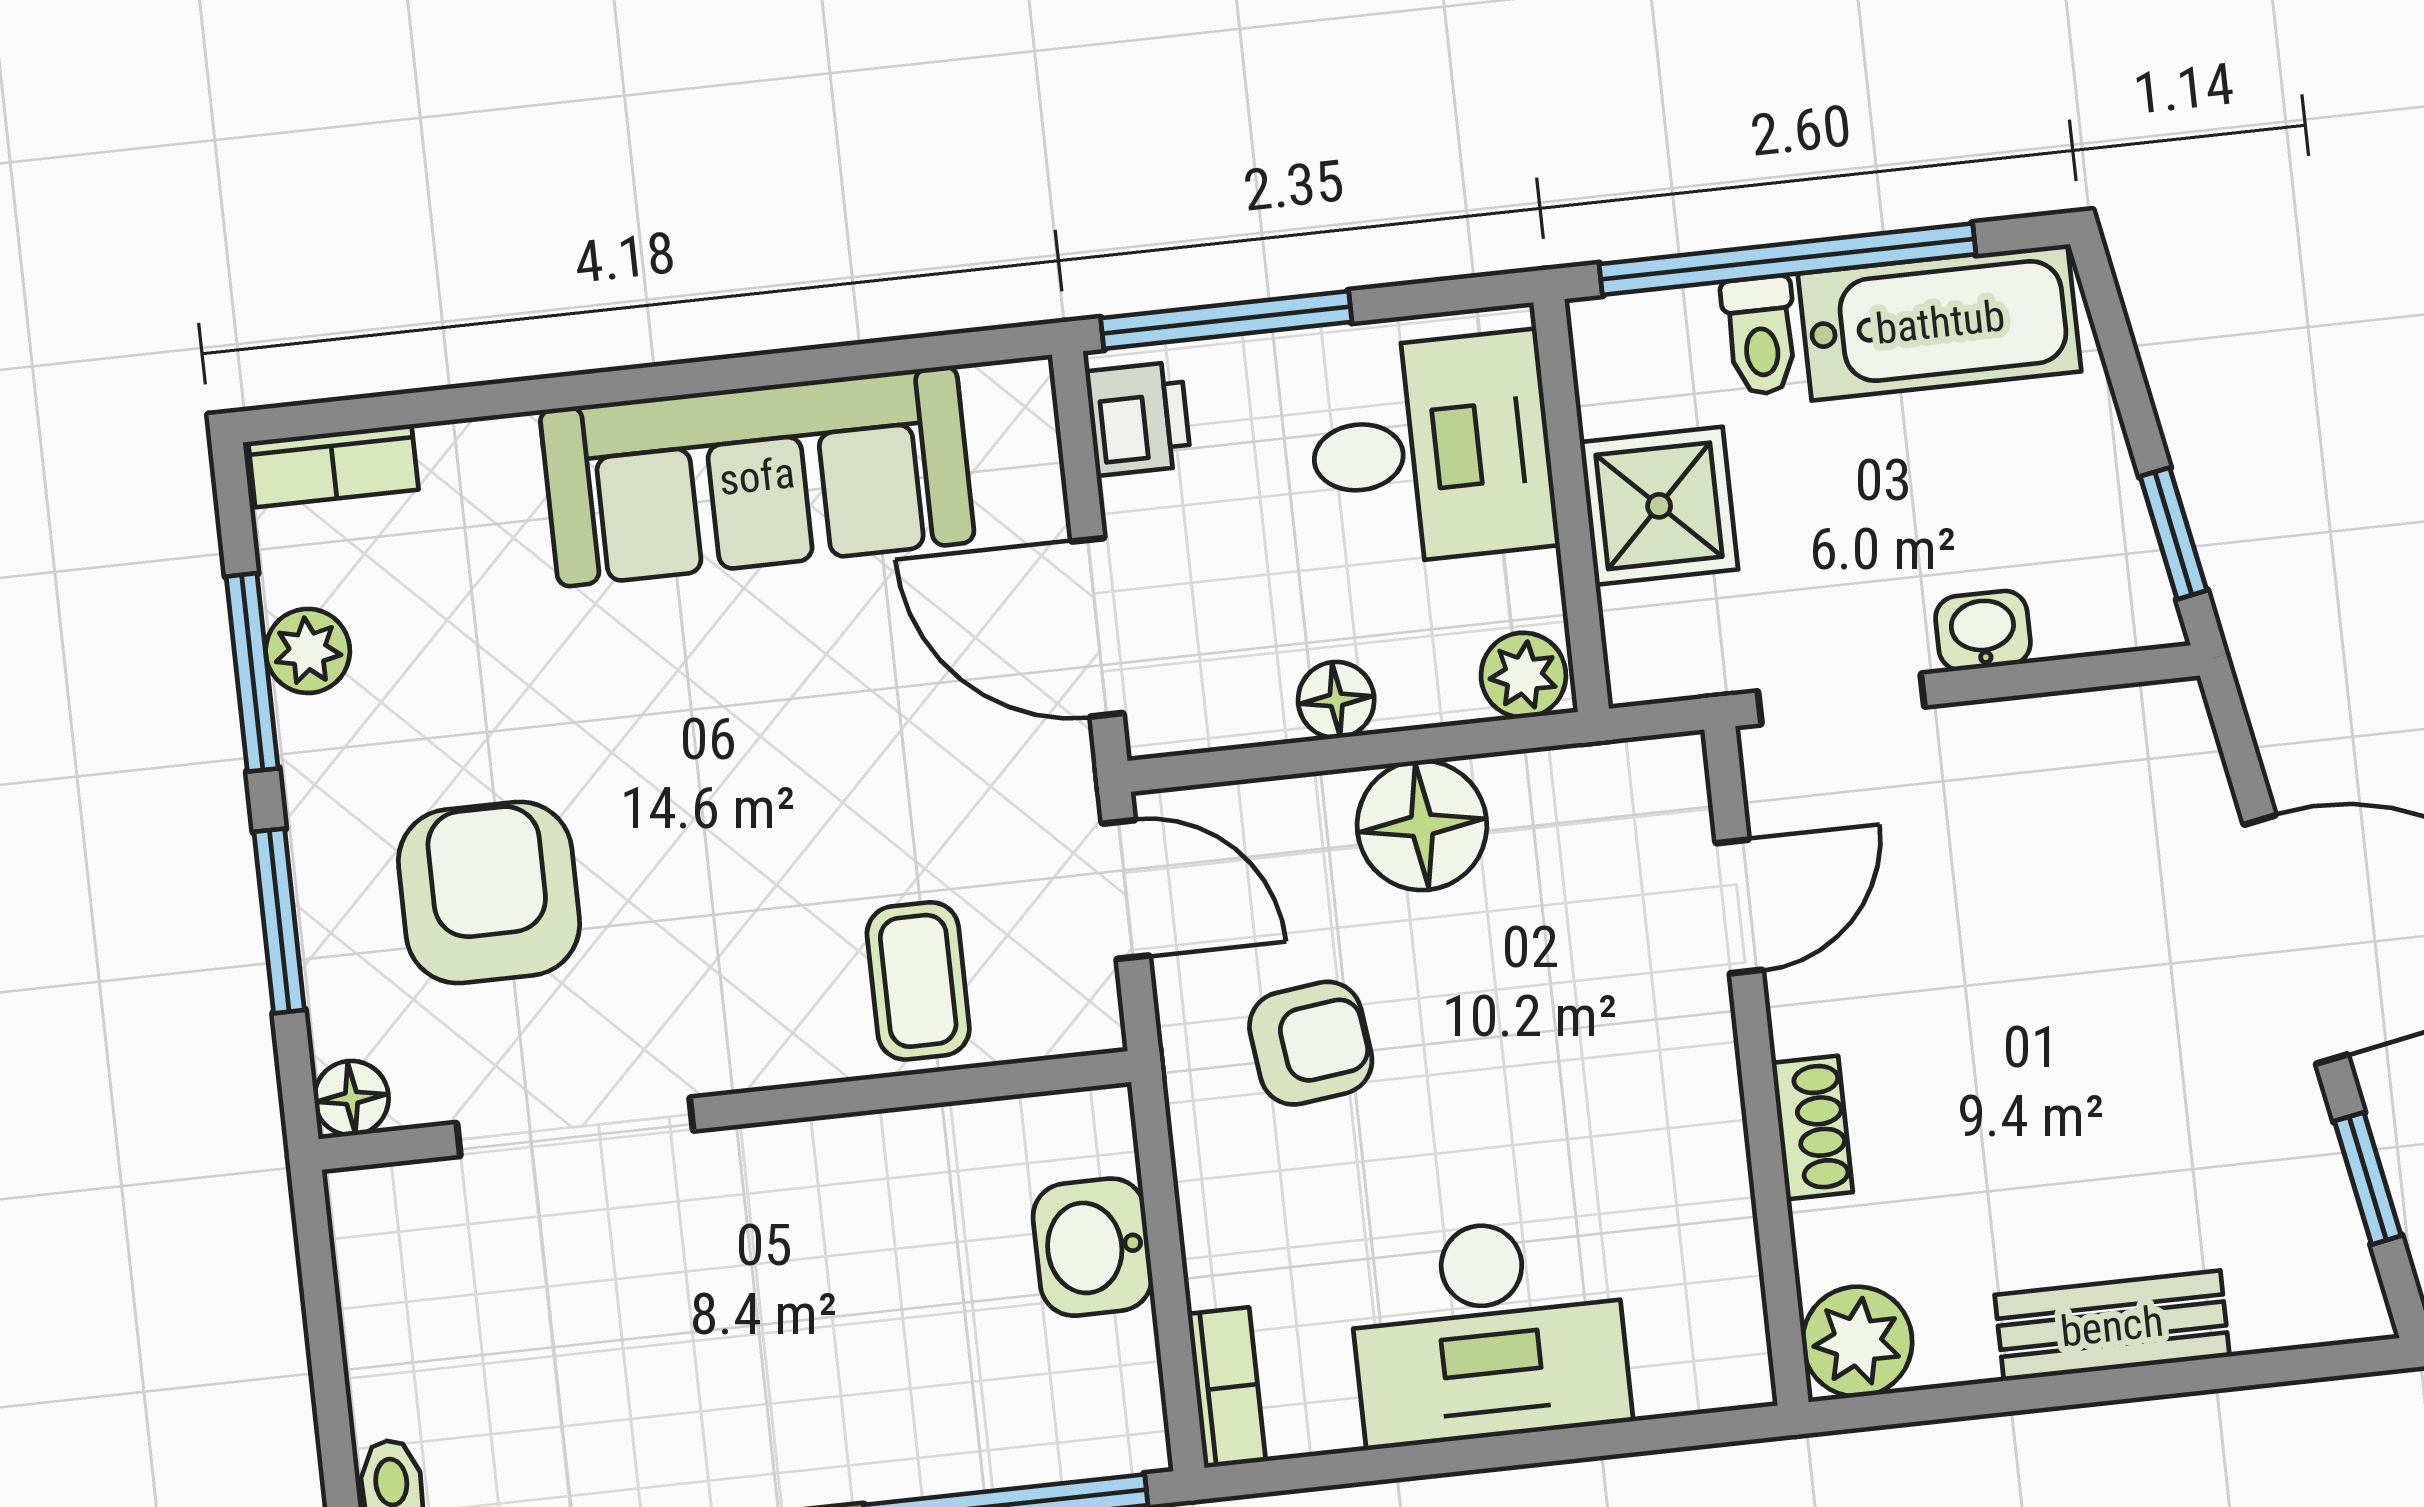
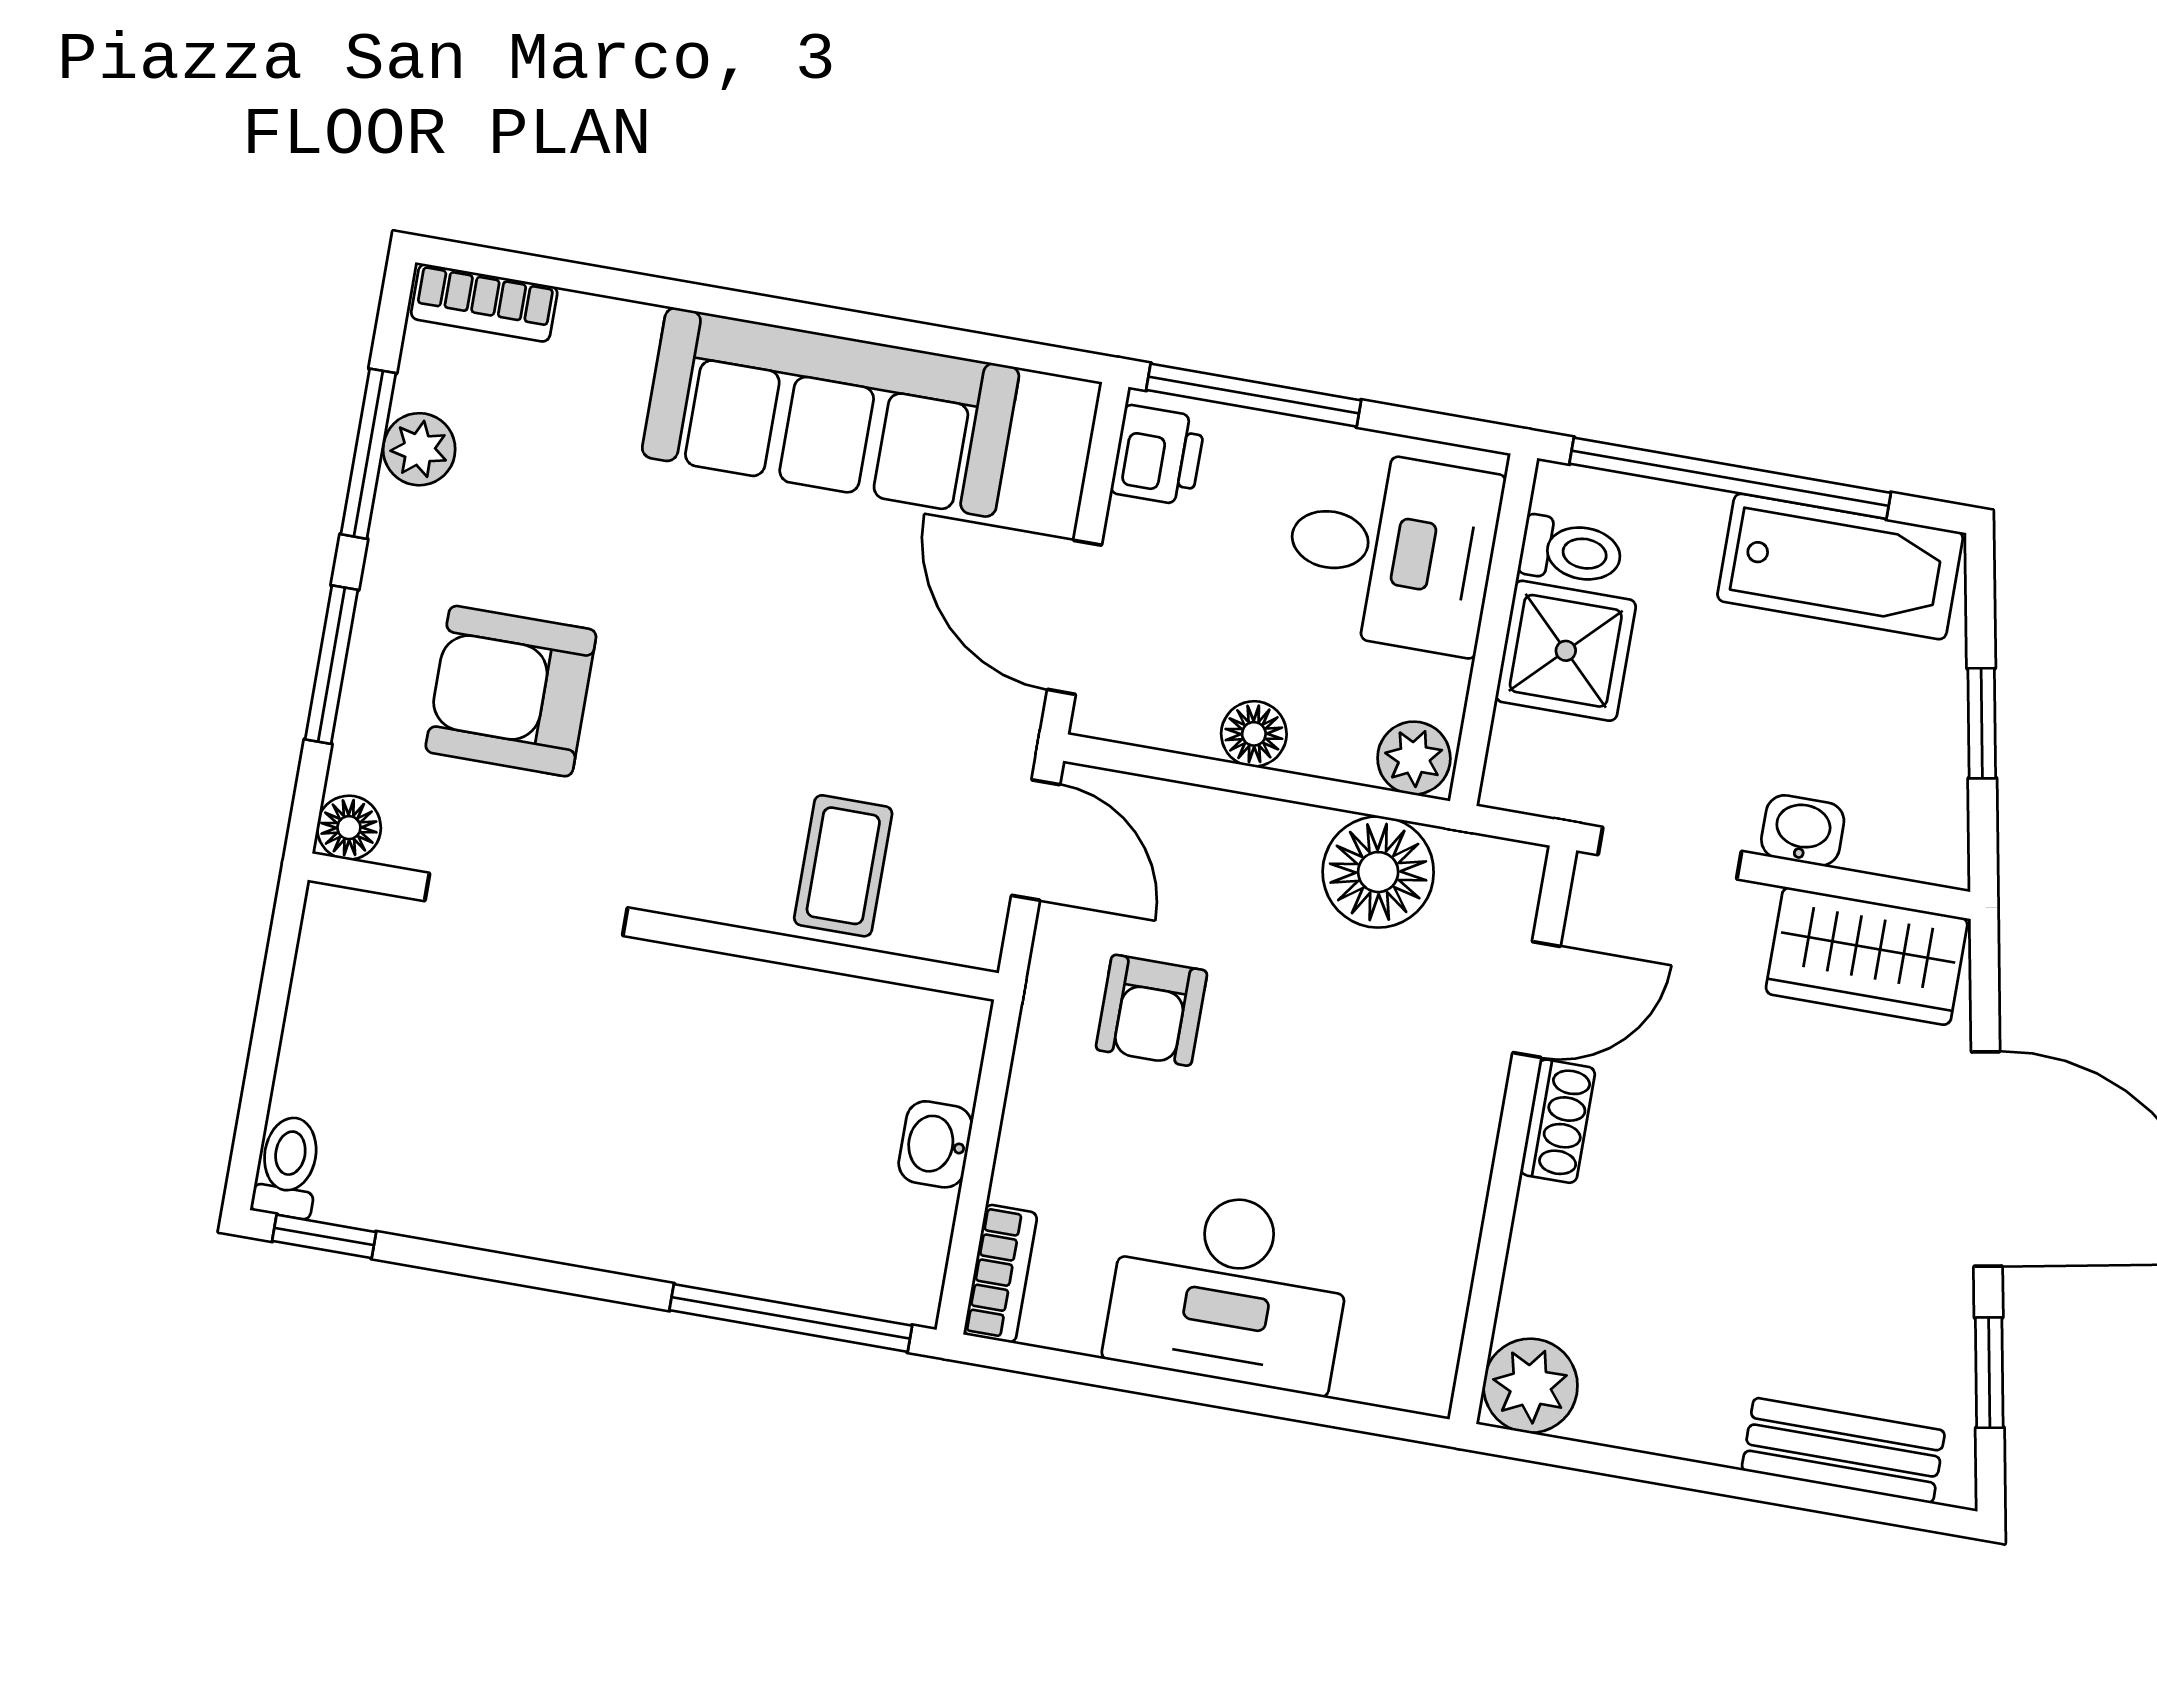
toilet: (1760, 336) -> (1571, 551), moved, turned -90
window: (2173, 533) -> (1982, 723), moved
wardrobe: (2095, 751) -> (1867, 956), added
floor lamp: (1422, 825) -> (1378, 872), moved
armchair: (489, 892) -> (511, 691), turned -90
armchair: (1311, 1043) -> (1151, 1010), turned 97
shoe rack: (1812, 1128) -> (1558, 1121), moved
washbasin: (1093, 1247) -> (935, 1144), width x0.72, depth x0.69
bench: (2112, 1326) -> (1843, 1450), moved

